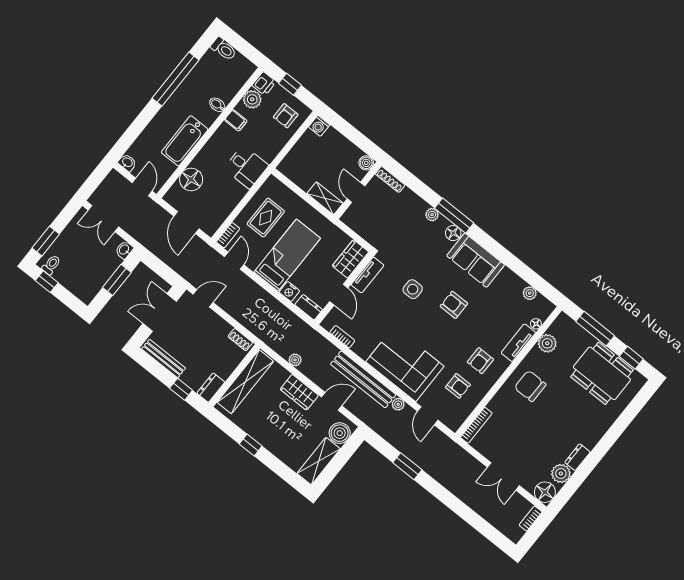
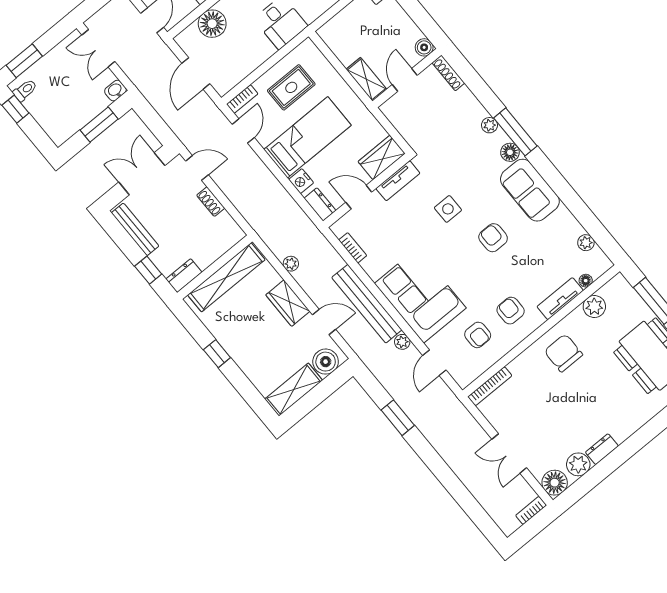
door: (339, 295) -> (359, 197), swing flipped
shoe rack: (240, 340) -> (211, 202), moved
armchair: (480, 361) -> (511, 311), turned 90

